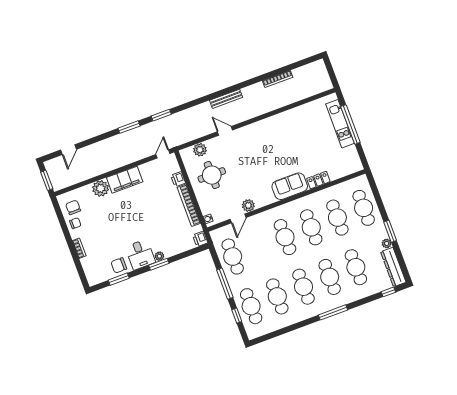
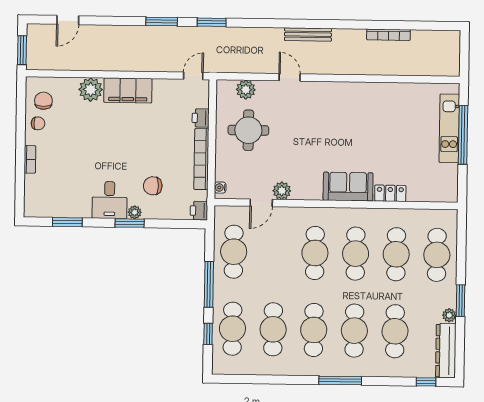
chair: (119, 265) -> (153, 186), moved

